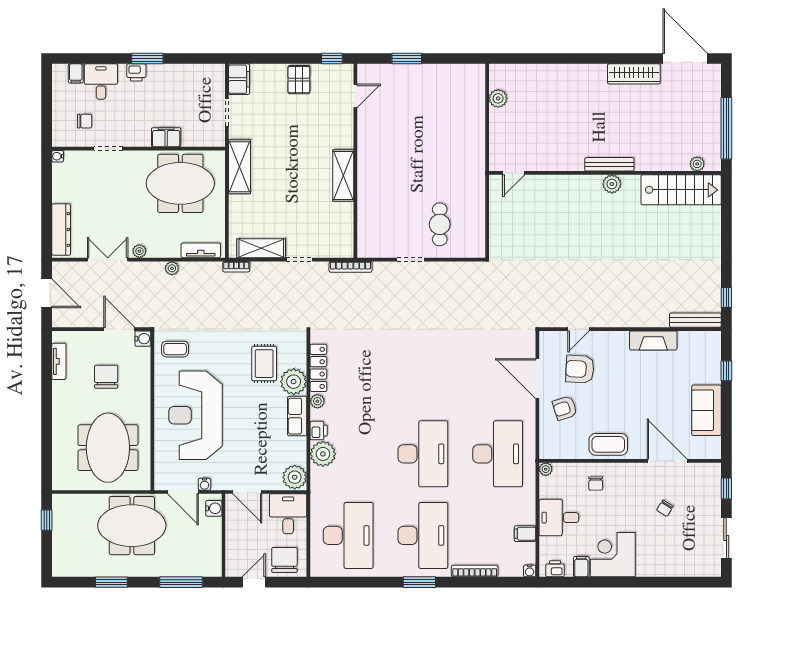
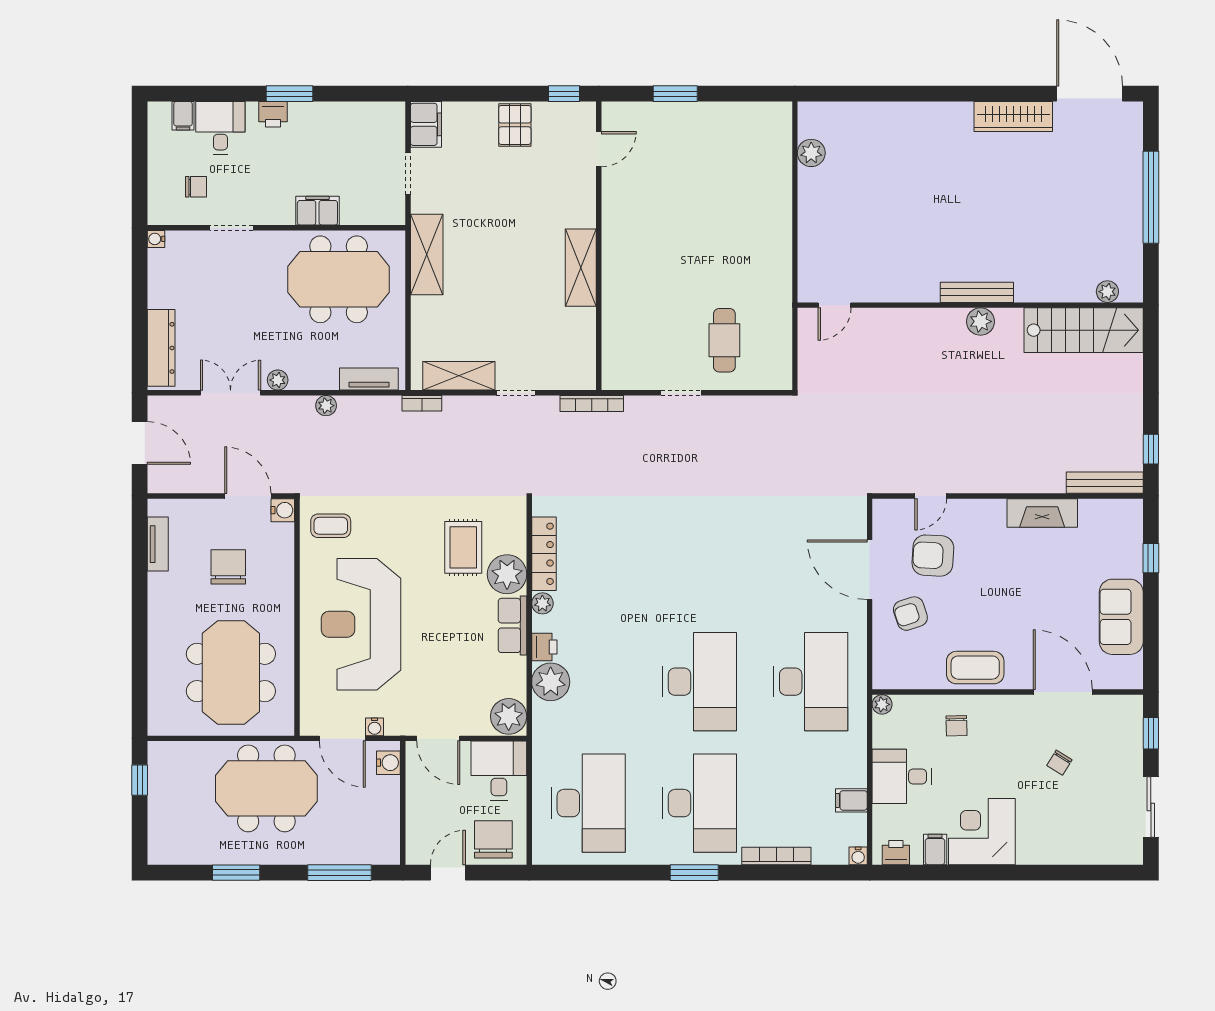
bench: (609, 164) -> (977, 292), moved
plant: (697, 164) -> (1107, 292), moved
door: (514, 173) -> (835, 305), moved
wall: (605, 173) -> (970, 305), moved
plant: (612, 184) -> (981, 321), moved
stairs: (681, 190) -> (1084, 330), moved

